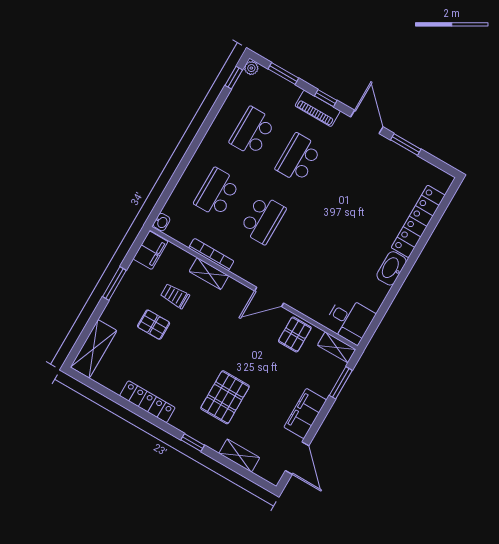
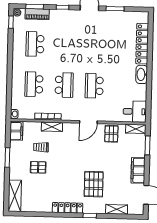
piano: (318, 108) -> (37, 14), moved
school desk: (298, 158) -> (94, 86), moved
locker: (147, 402) -> (68, 208), moved

